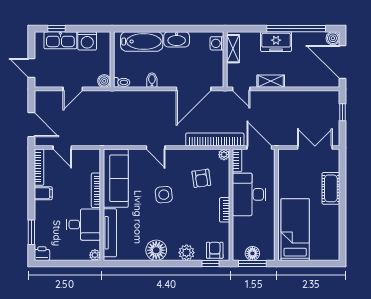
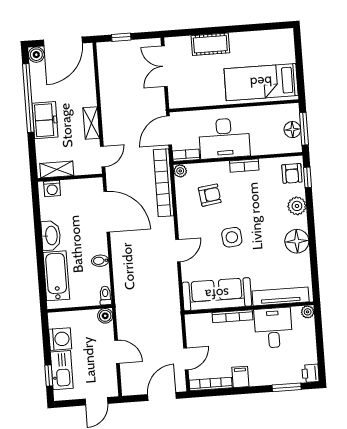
armchair: (215, 250) -> (292, 173), turned -90

